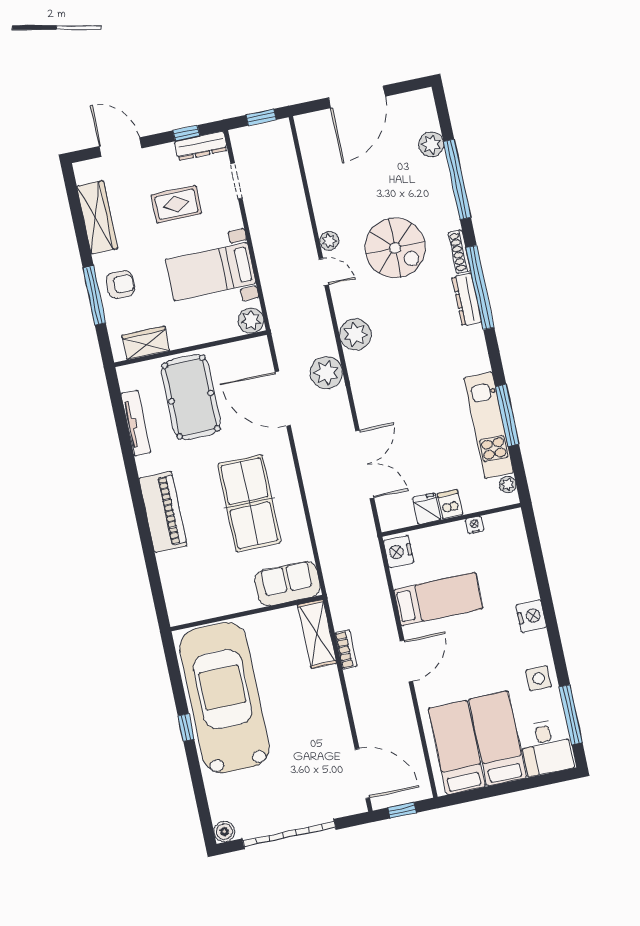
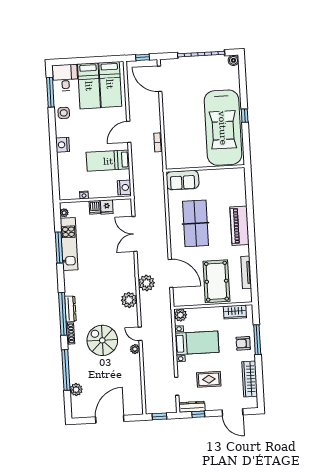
shelving: (317, 634) -> (172, 153), removed

